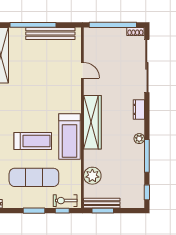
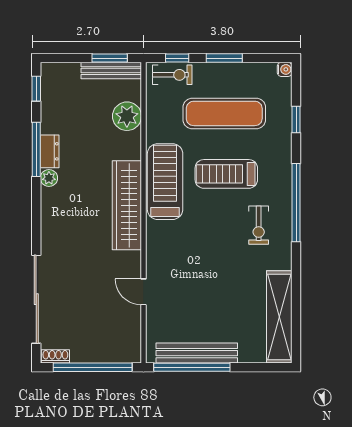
window: (33, 25) -> (192, 367), moved
dresser: (139, 109) -> (50, 151), moved
exercise bike: (13, 110) -> (259, 225), added

